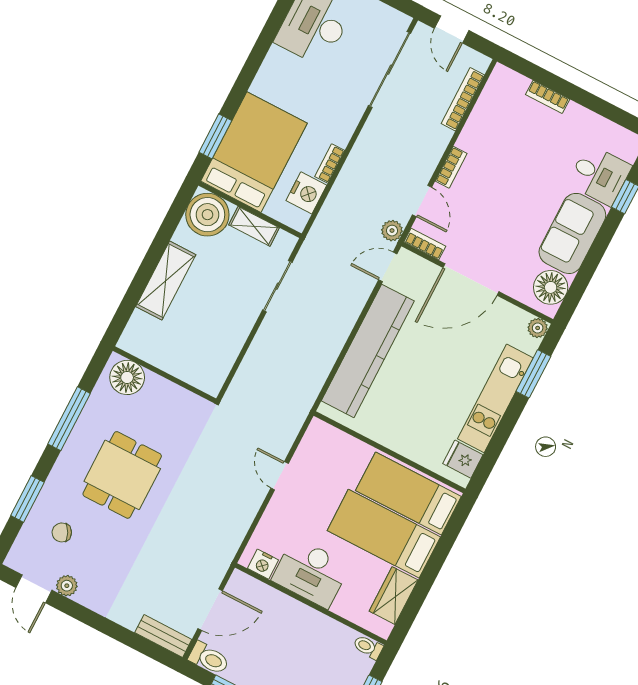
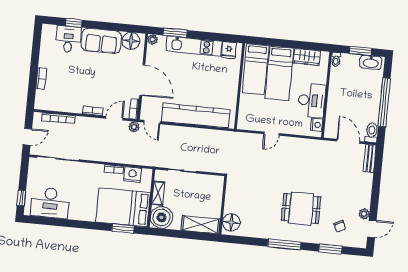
wall: (164, 375) -> (223, 205), moved
floor lamp: (127, 377) -> (231, 222), moved

